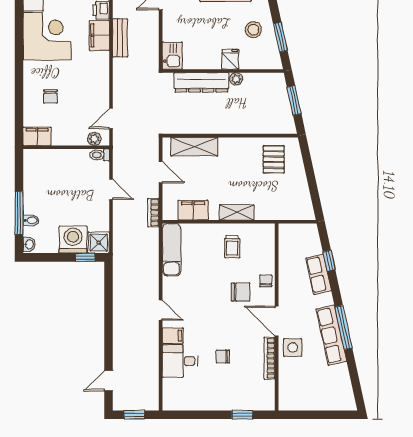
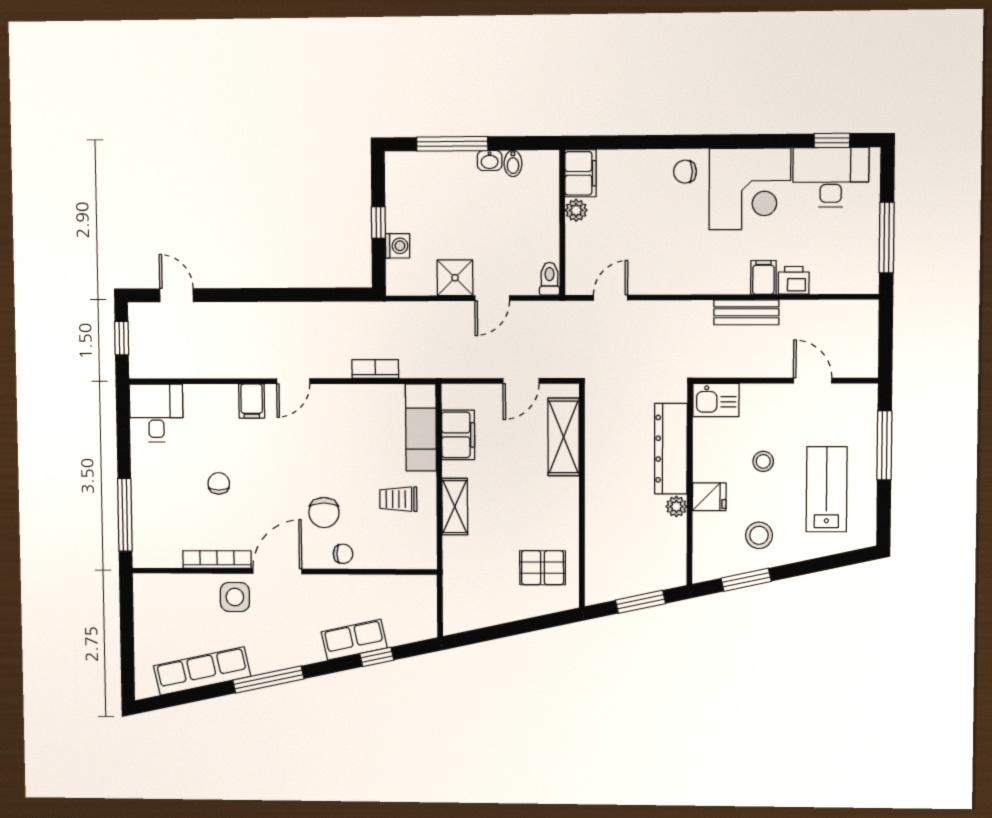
stool: (209, 27) -> (763, 461), added
filing cabinet: (99, 35) -> (763, 277), width x0.50
chair: (51, 97) -> (685, 172), moved
door: (111, 118) -> (611, 298), hinge flipped
plant: (94, 139) -> (576, 210), moved
bookcase: (153, 213) -> (375, 369), moved
bidet: (31, 220) -> (513, 163), moved
washing machine: (73, 240) -> (398, 246), width x0.53, depth x0.53
shower: (99, 243) -> (455, 278), moved
washbasin: (29, 244) -> (490, 161), moved
exam couch: (172, 250) -> (421, 427), moved, turned 90
window: (85, 257) -> (378, 222), moved
row of seats: (331, 335) -> (202, 671), moved
desk: (180, 361) -> (156, 413), moved
window: (242, 415) -> (125, 515), width x2.17

